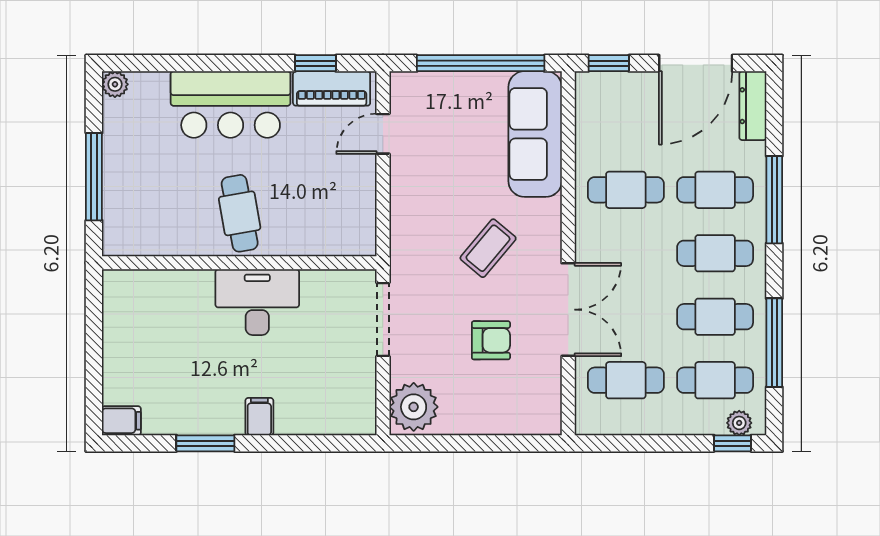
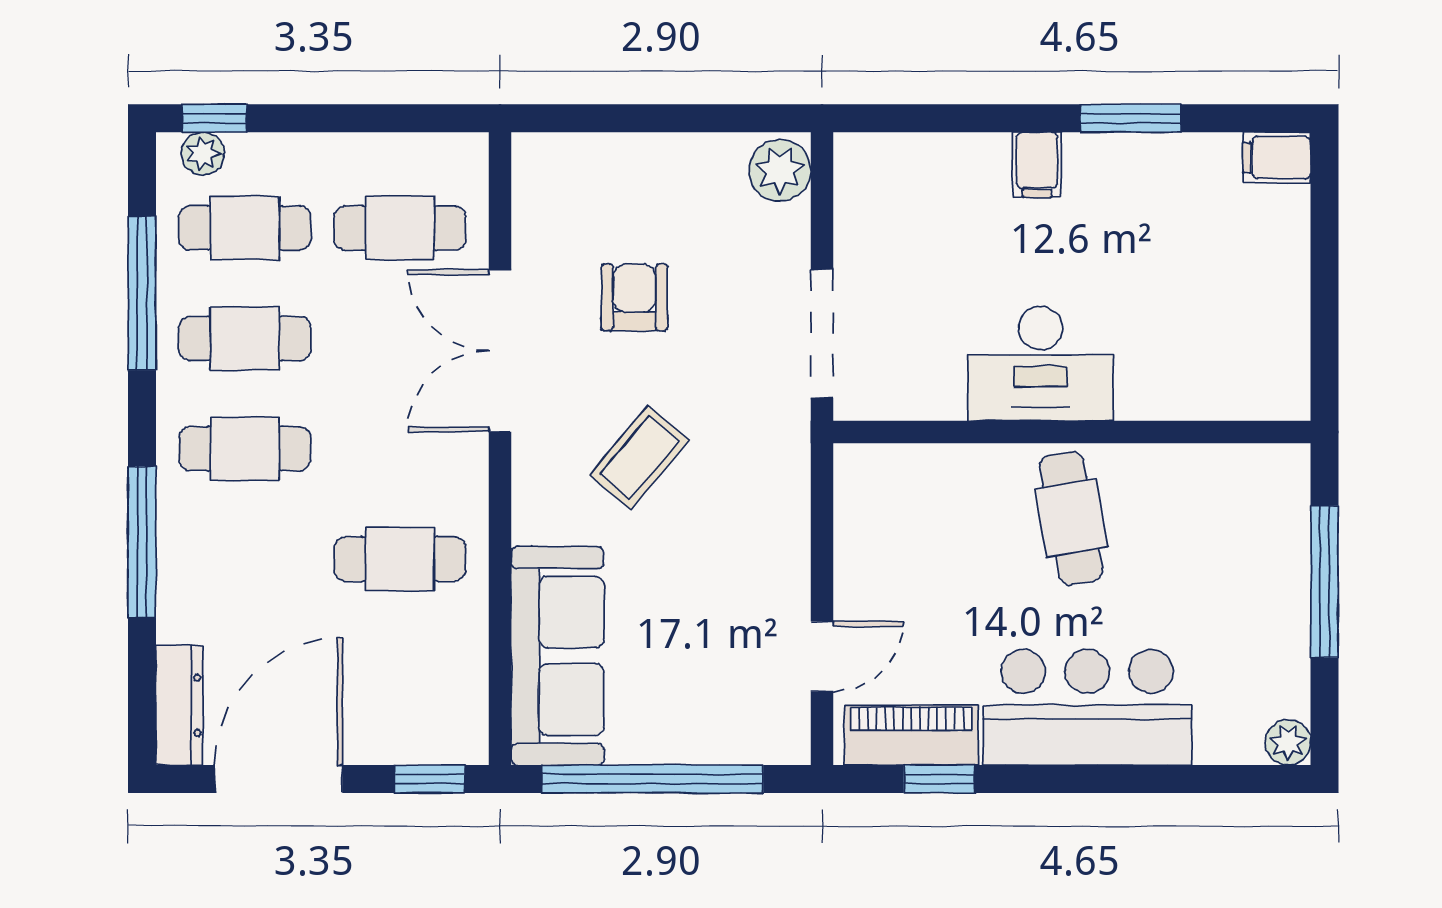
cafe table: (715, 190) -> (245, 559), removed
armchair: (491, 340) -> (634, 297), turned 90
plant: (414, 407) -> (780, 170), width x0.73, depth x0.73

